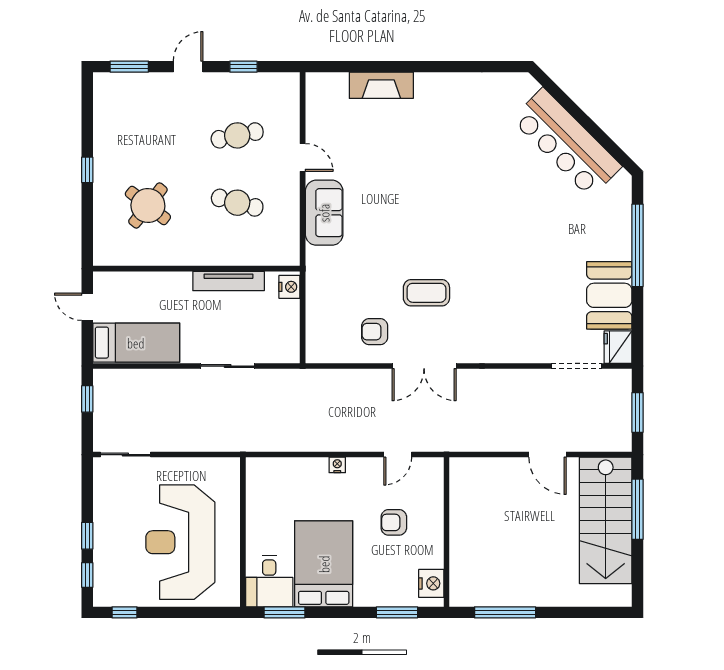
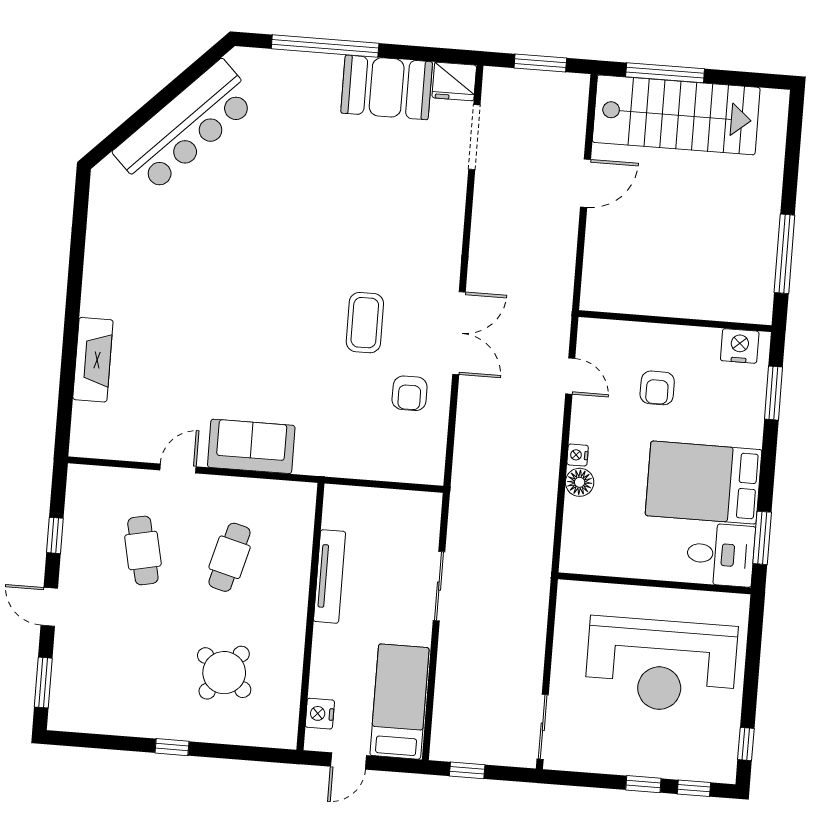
nightstand: (289, 287) -> (320, 714), moved, turned -90
floor lamp: (316, 468) -> (580, 482), added

